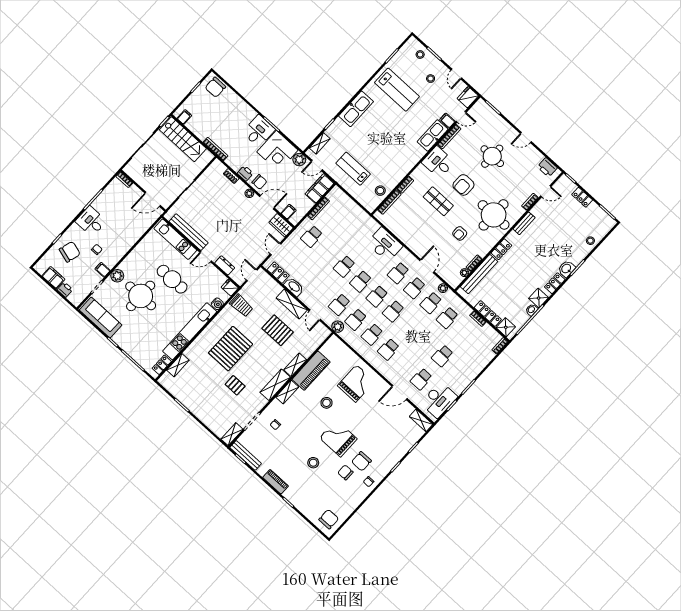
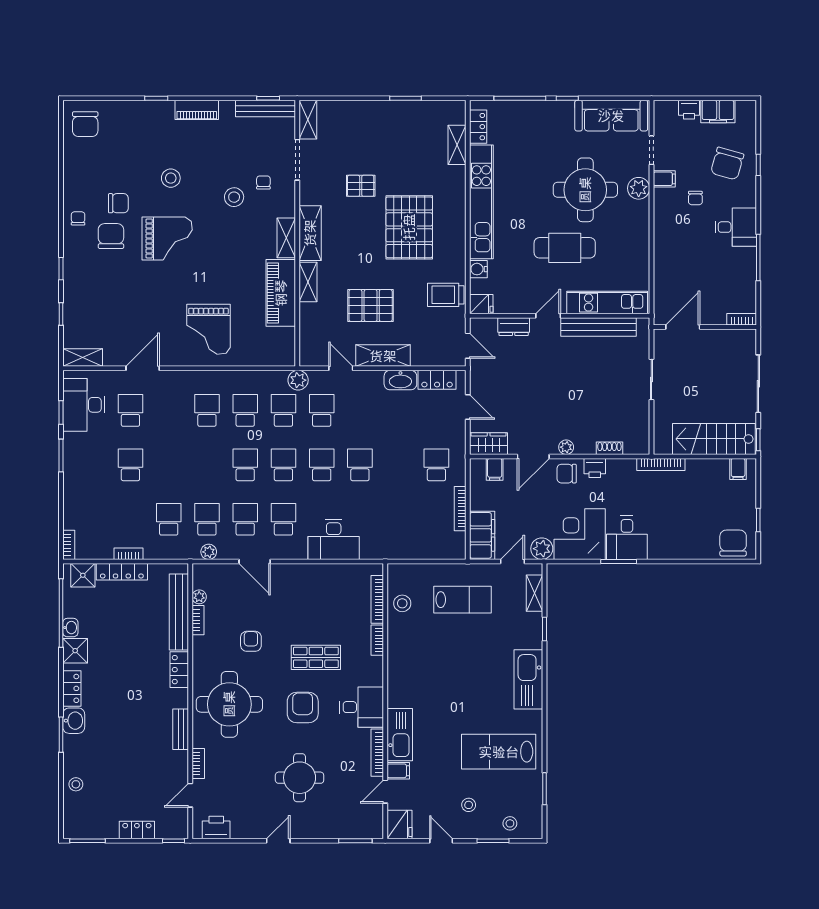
stool: (326, 403) -> (234, 197), moved

